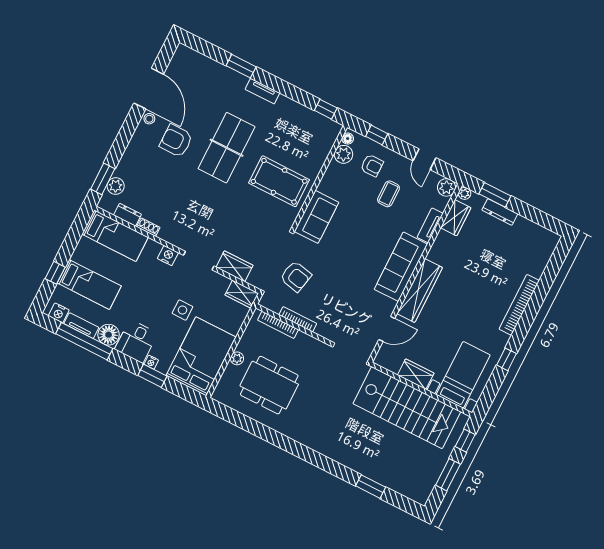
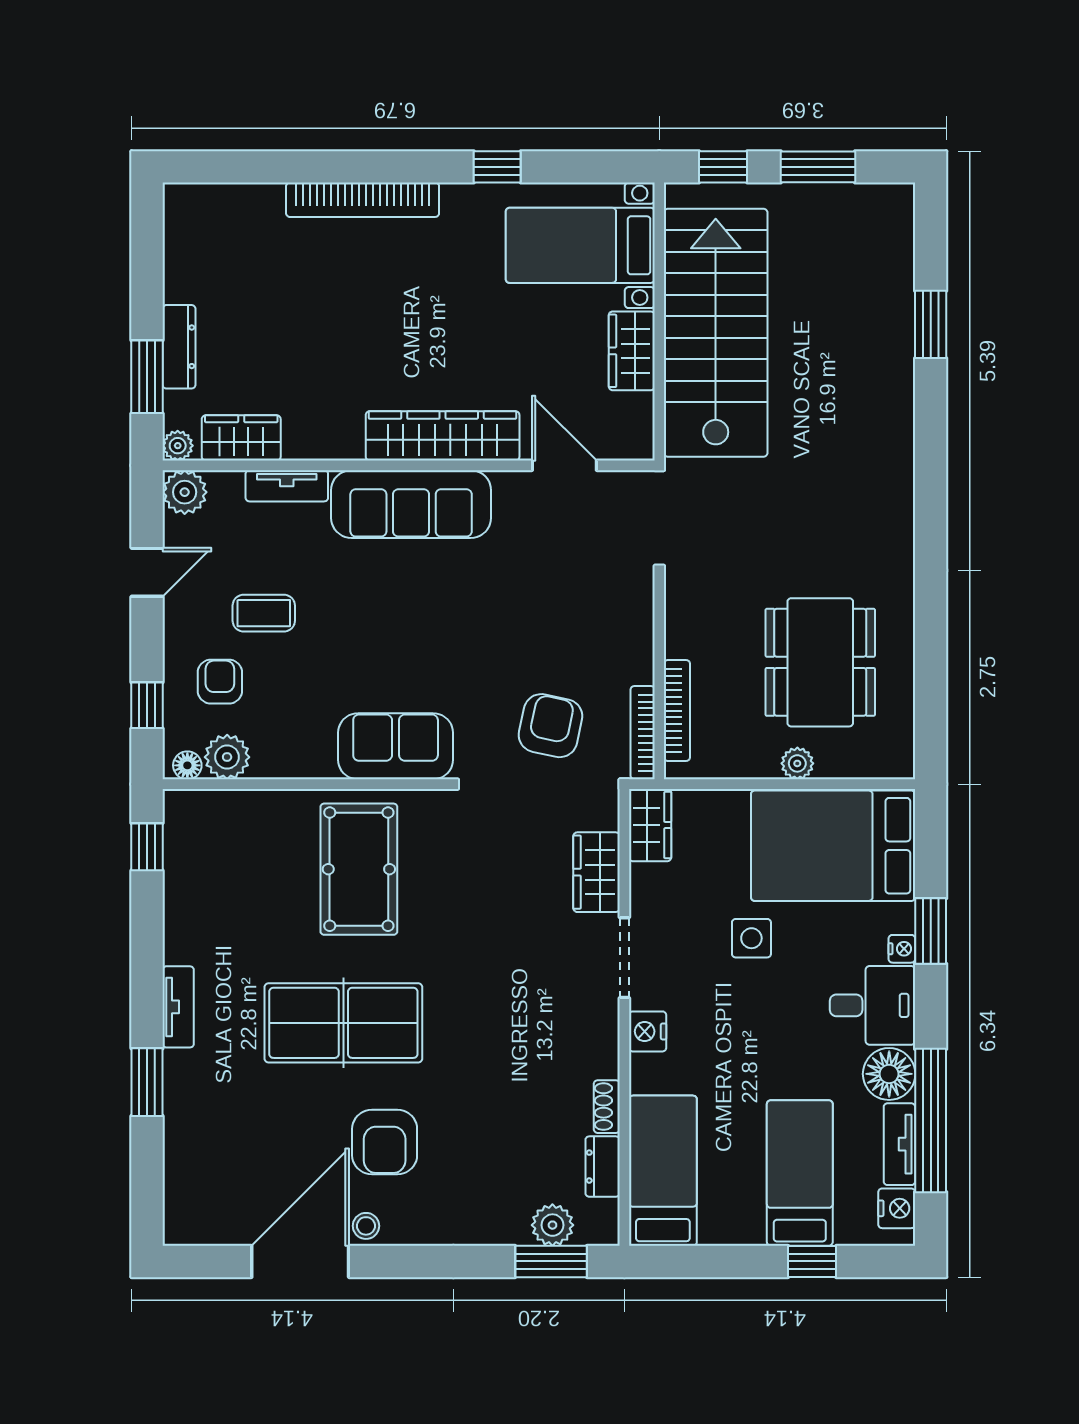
bookcase: (298, 319) -> (643, 733), moved

